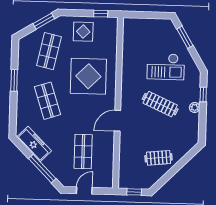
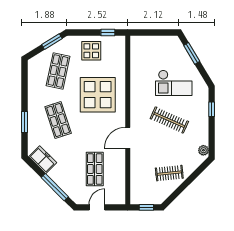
window: (14, 80) -> (24, 122), moved
plant: (195, 107) -> (203, 150), moved
freezer: (34, 144) -> (43, 160), width x0.71

